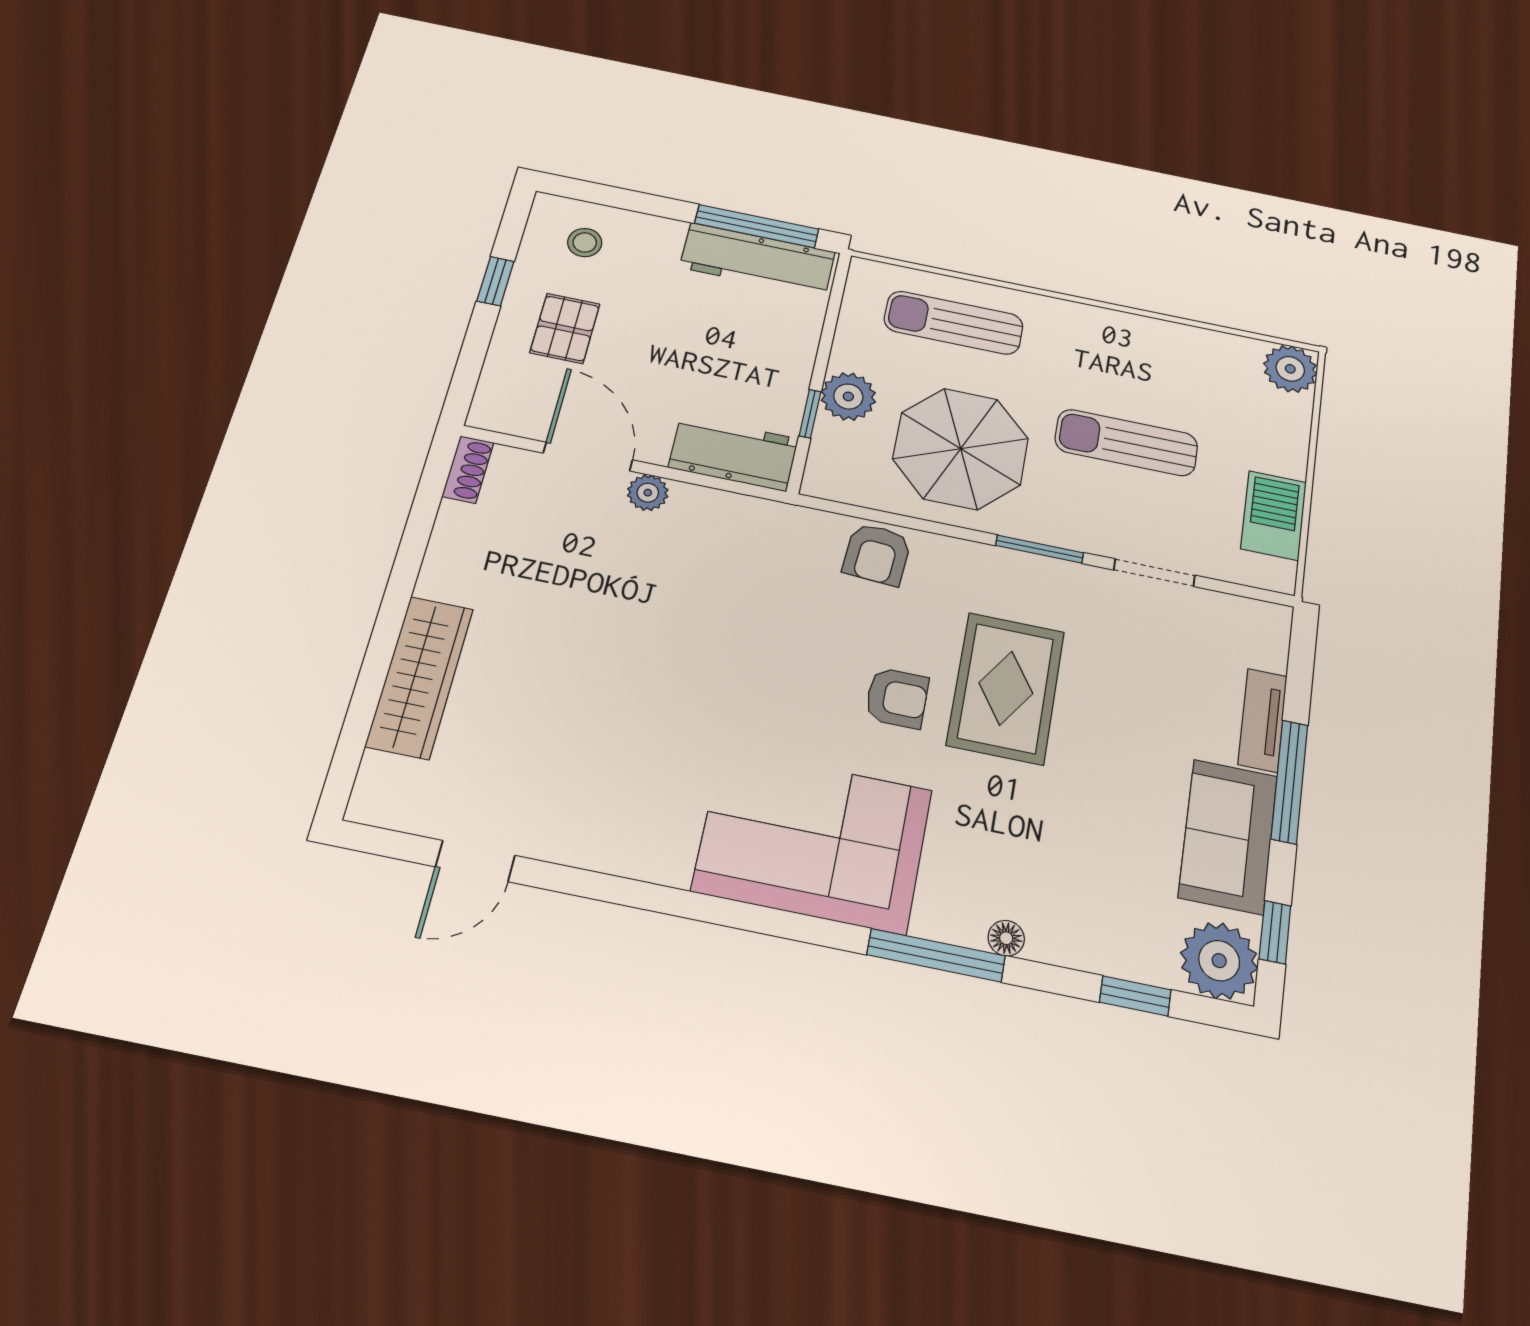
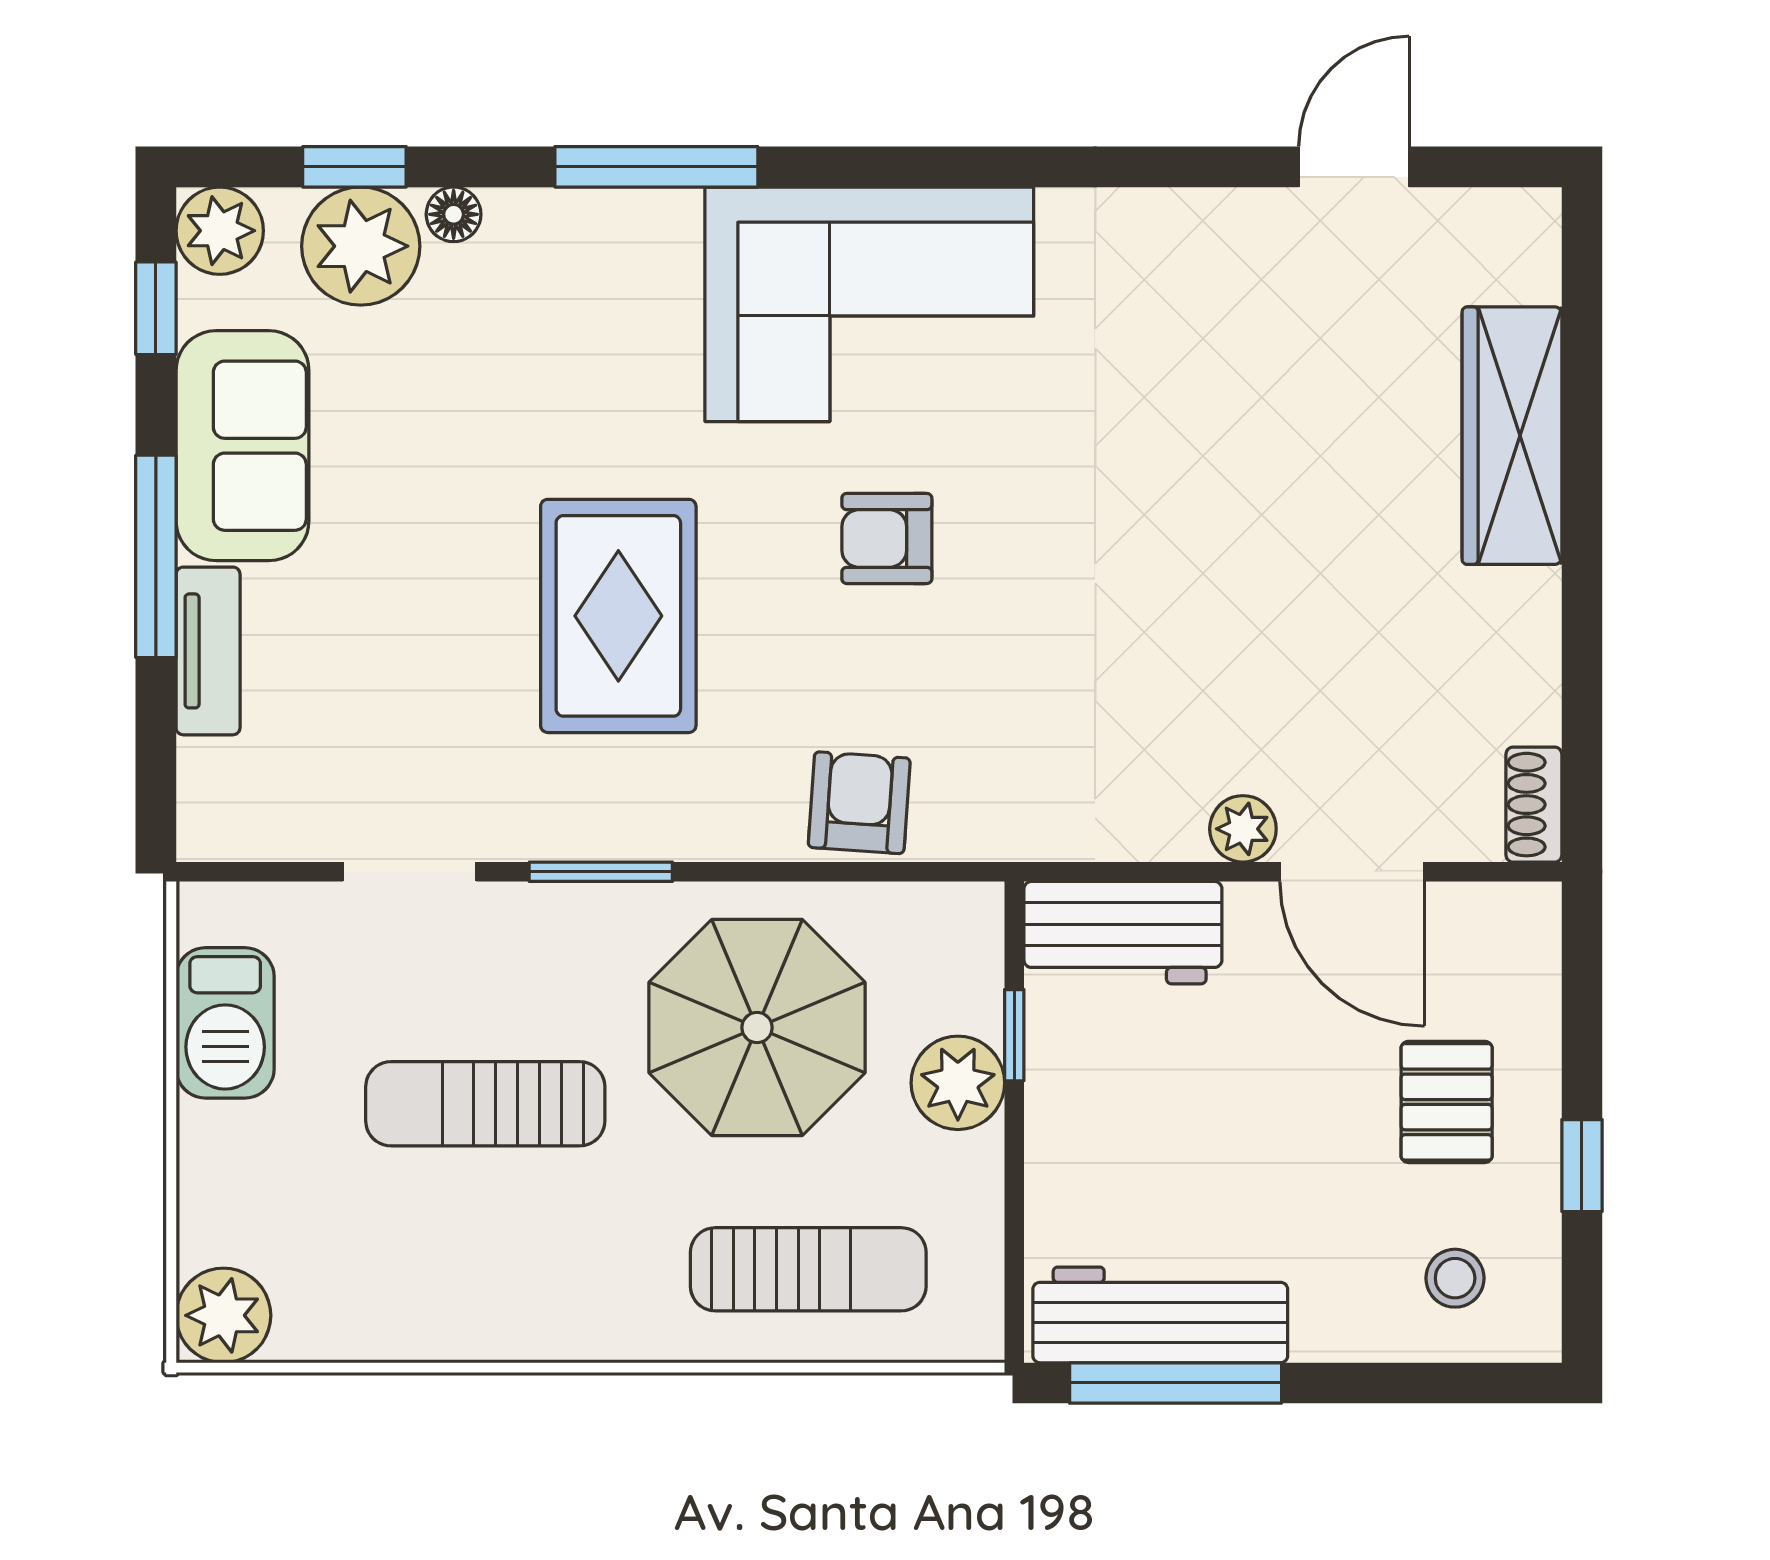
sun lounger: (1126, 443) -> (485, 1104), turned 180
armchair: (897, 698) -> (887, 538), moved
floor lamp: (1006, 938) -> (454, 214), moved
plant: (1138, 944) -> (361, 246), added
plant: (1219, 961) -> (220, 231), width x0.73, depth x0.73

